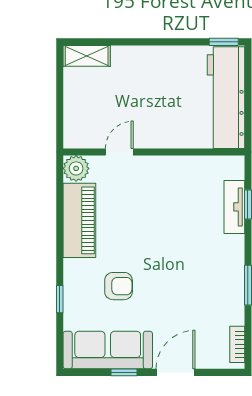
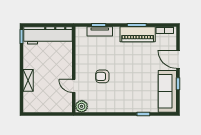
shelving: (87, 56) -> (28, 80), moved
piano: (79, 220) -> (138, 34), moved, turned 180
armchair: (119, 286) -> (102, 76), moved, turned -90

